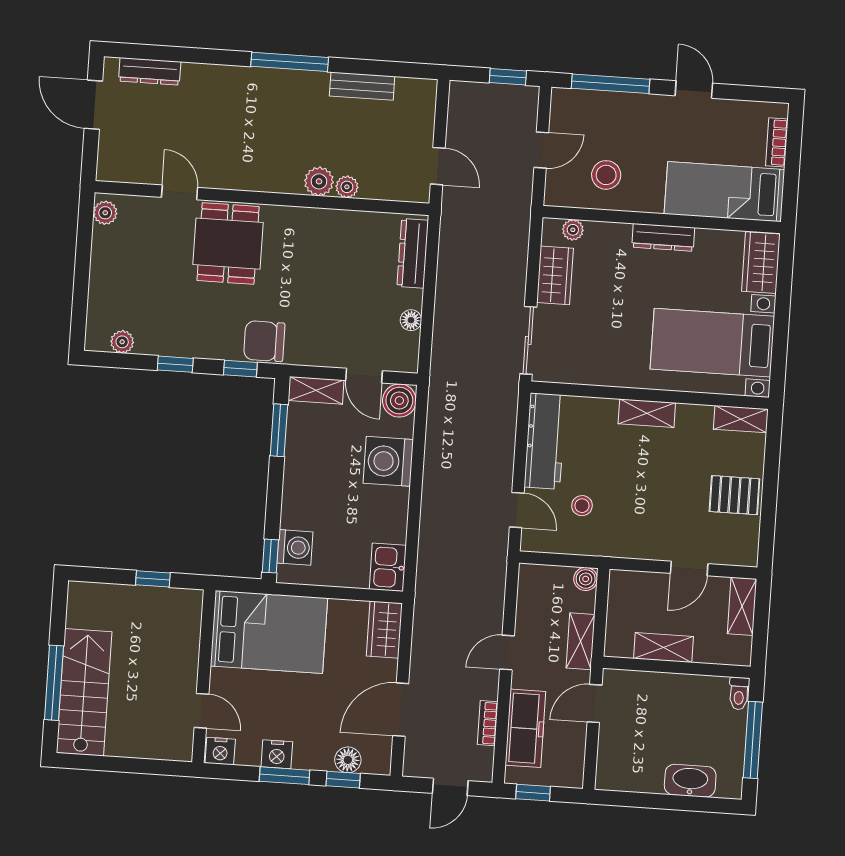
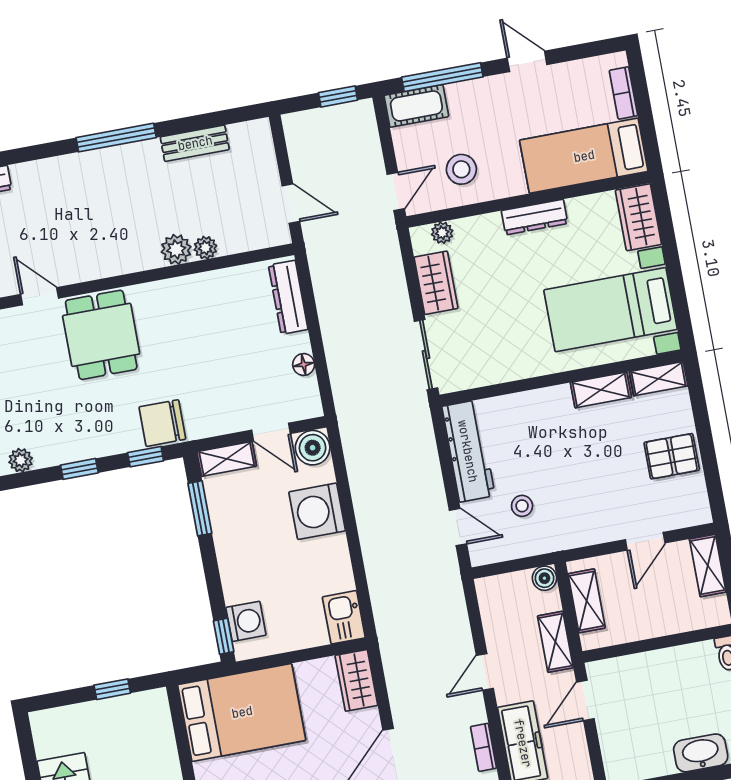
cot: (579, 105) -> (416, 106), added
door: (541, 150) -> (396, 192), moved
shelving: (647, 413) -> (601, 390), moved
shelving: (663, 648) -> (587, 601), moved, turned 90

